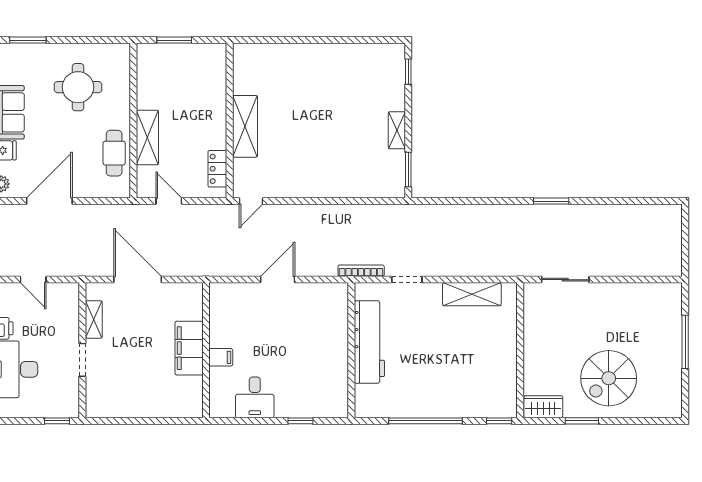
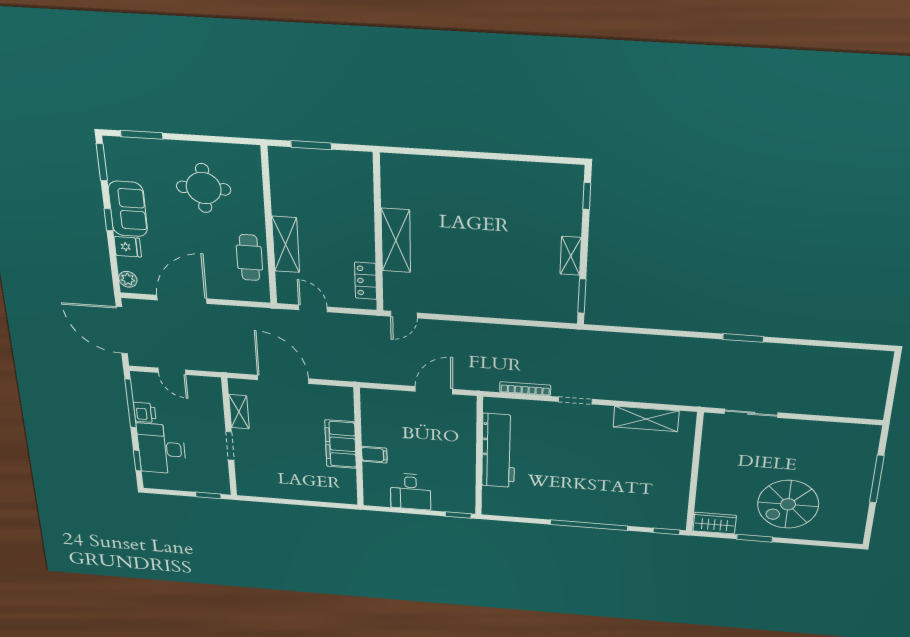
workbench: (369, 342) -> (498, 451), moved
wall: (351, 350) -> (479, 457), moved

